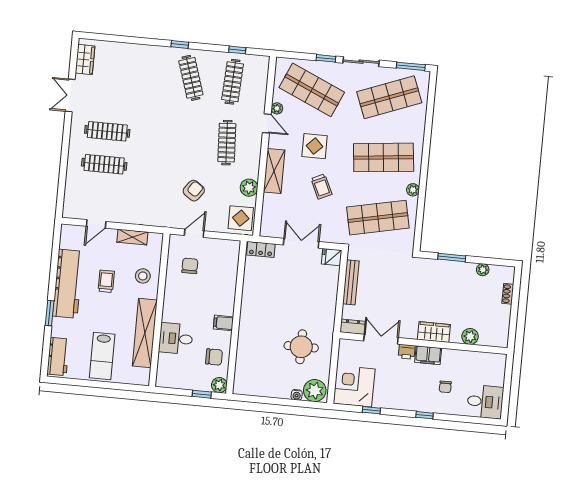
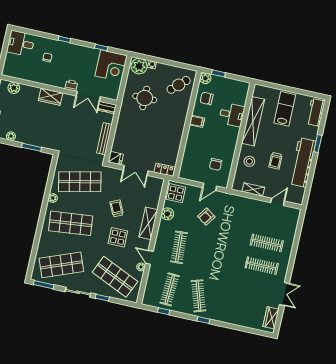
plant: (470, 336) -> (14, 88), moved
filing cabinet: (428, 355) -> (57, 81), removed
cafe table: (256, 371) -> (179, 85), added

